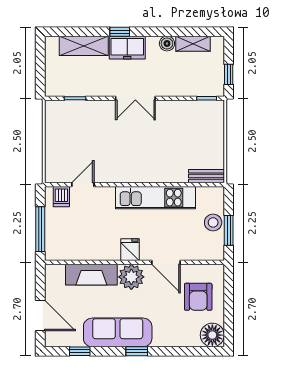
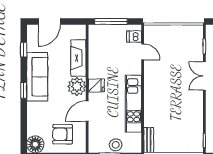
double door: (135, 98) -> (204, 76), moved

